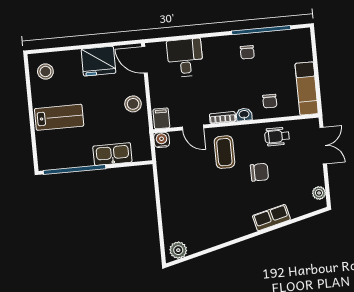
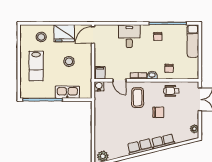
desk: (185, 58) -> (129, 36), moved
door: (145, 60) -> (93, 35), hinge flipped
stool: (45, 71) -> (41, 37), moved
exam couch: (307, 89) -> (193, 41), moved
stool: (133, 104) -> (69, 61), moved
lab bench: (59, 117) -> (36, 66), turned 90
row of seats: (236, 229) -> (140, 147), added

